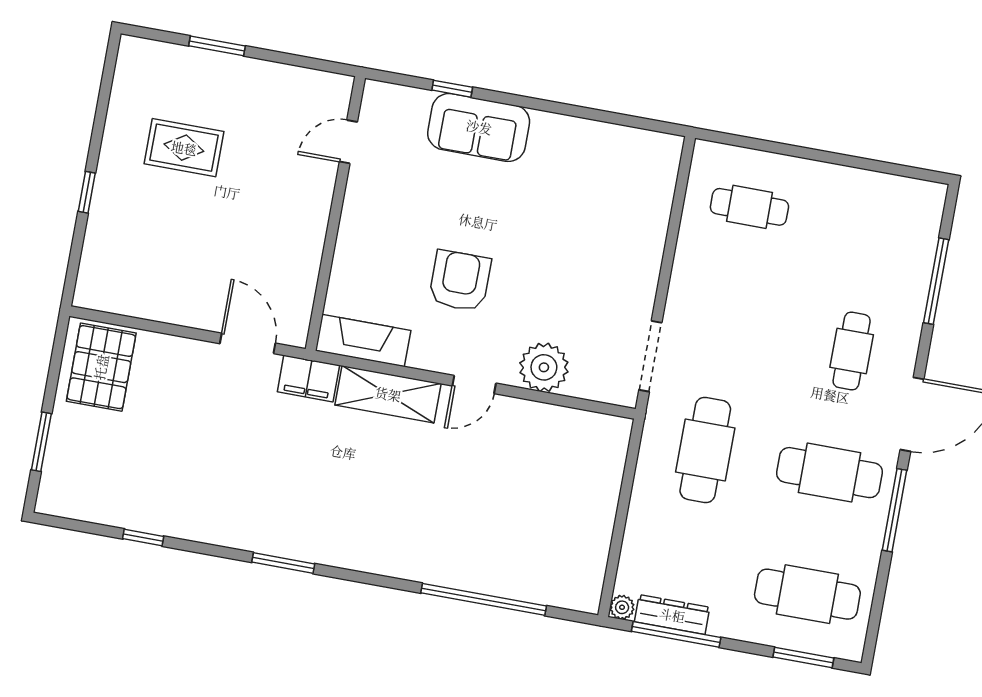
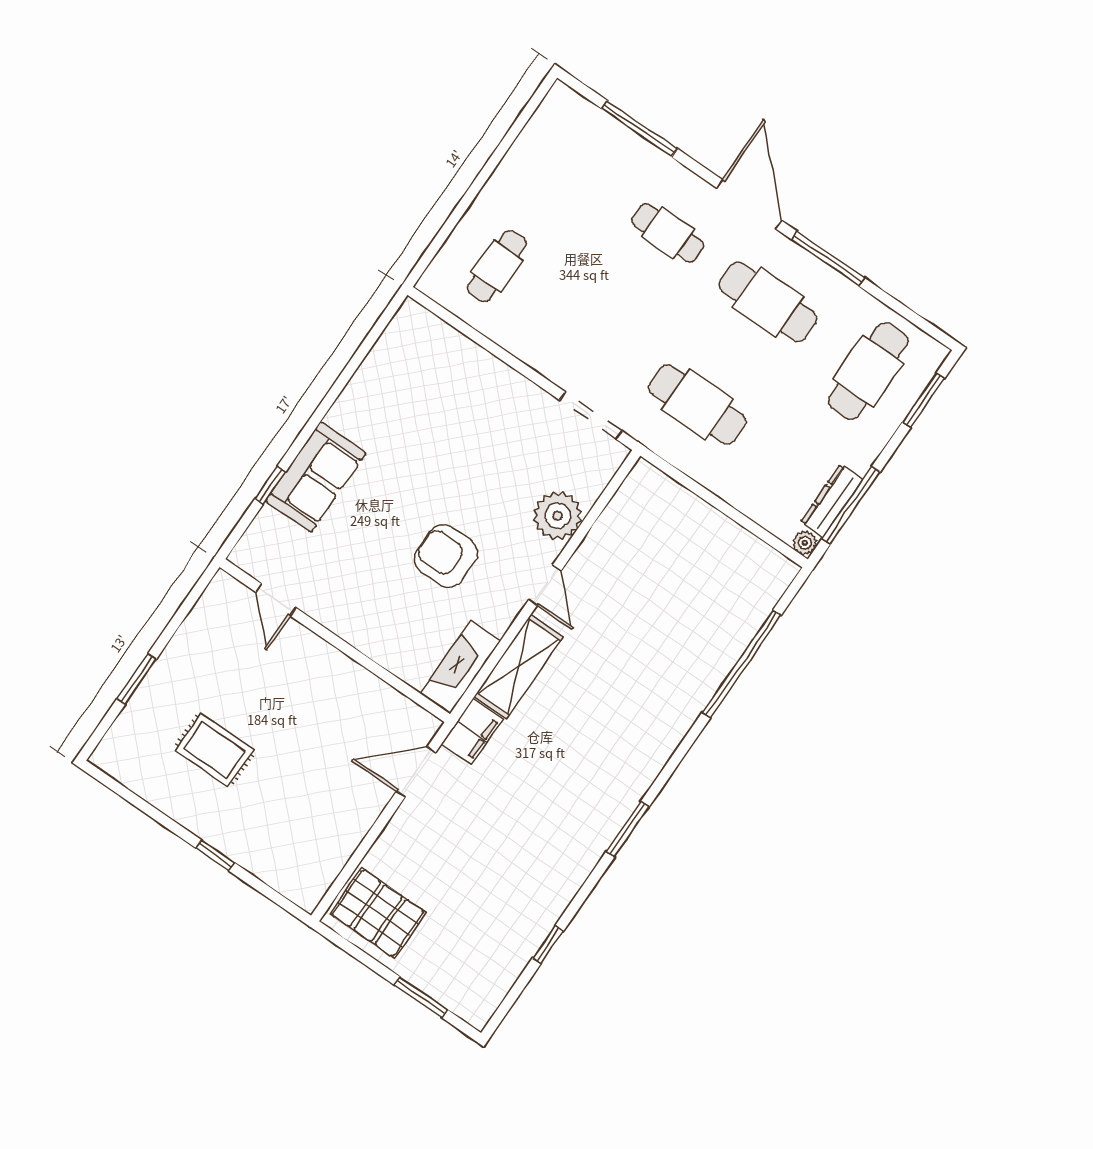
rug: (184, 148) -> (214, 750), turned 90
cafe table: (830, 473) -> (768, 302), turned 90

